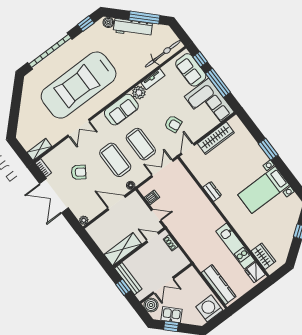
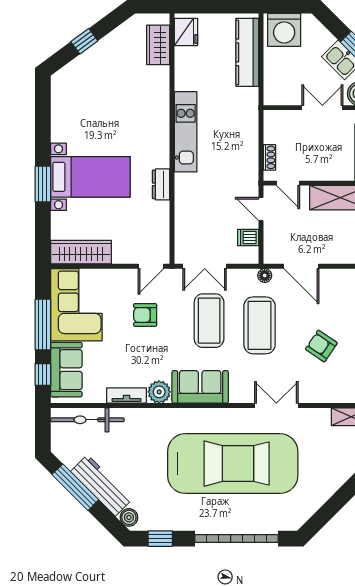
armchair: (173, 124) -> (145, 315), turned -68
wardrobe: (216, 138) -> (81, 252), moved
bed with nightstands: (264, 190) -> (90, 177), moved
kitchen unit: (235, 246) -> (186, 132), moved

